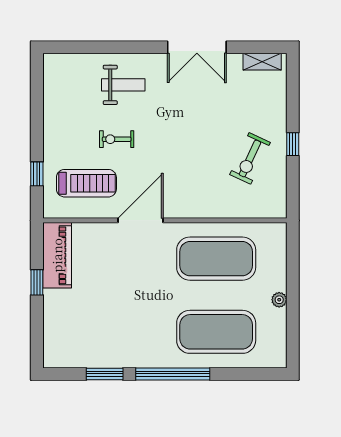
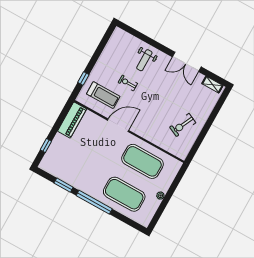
weight bench: (123, 85) -> (144, 60), turned 90
window: (293, 144) -> (205, 129), removed
window: (37, 282) -> (46, 145), moved

